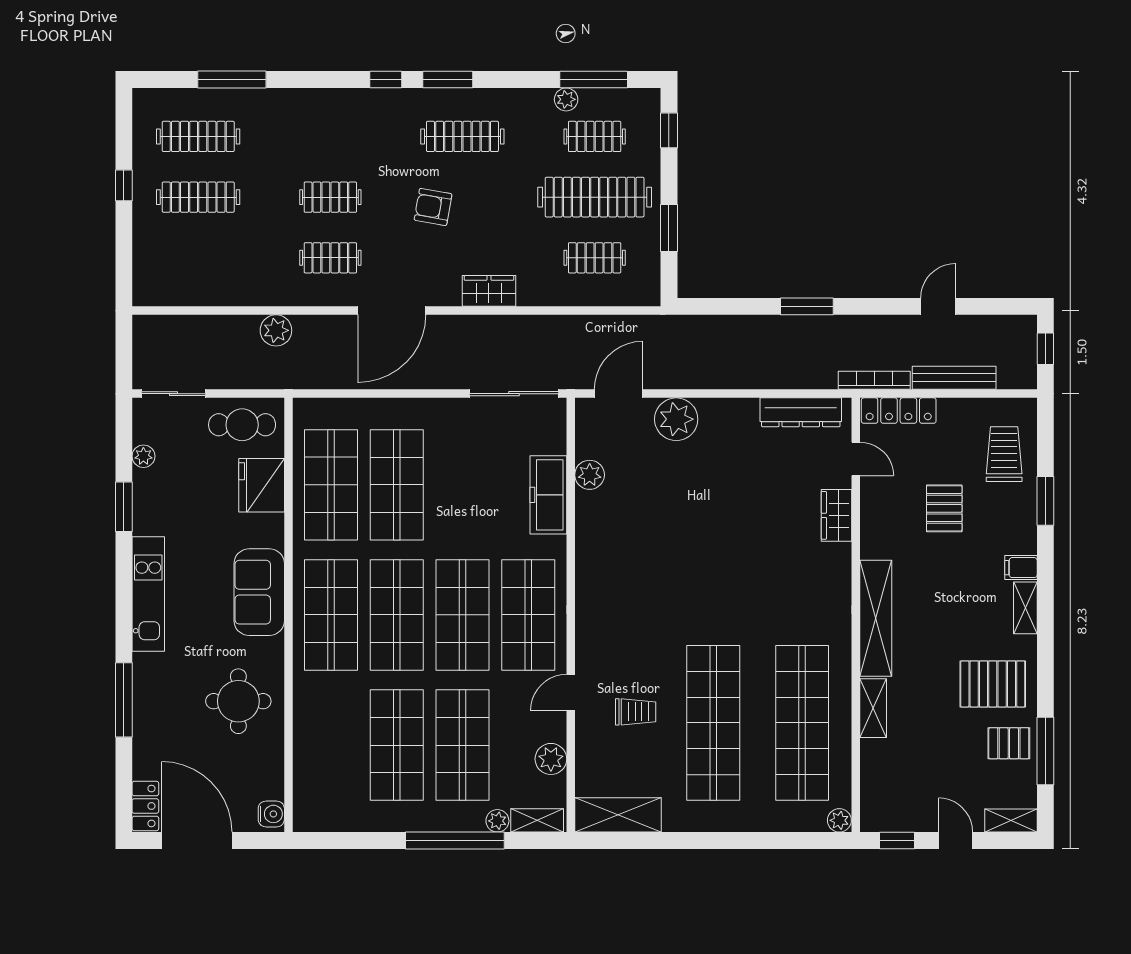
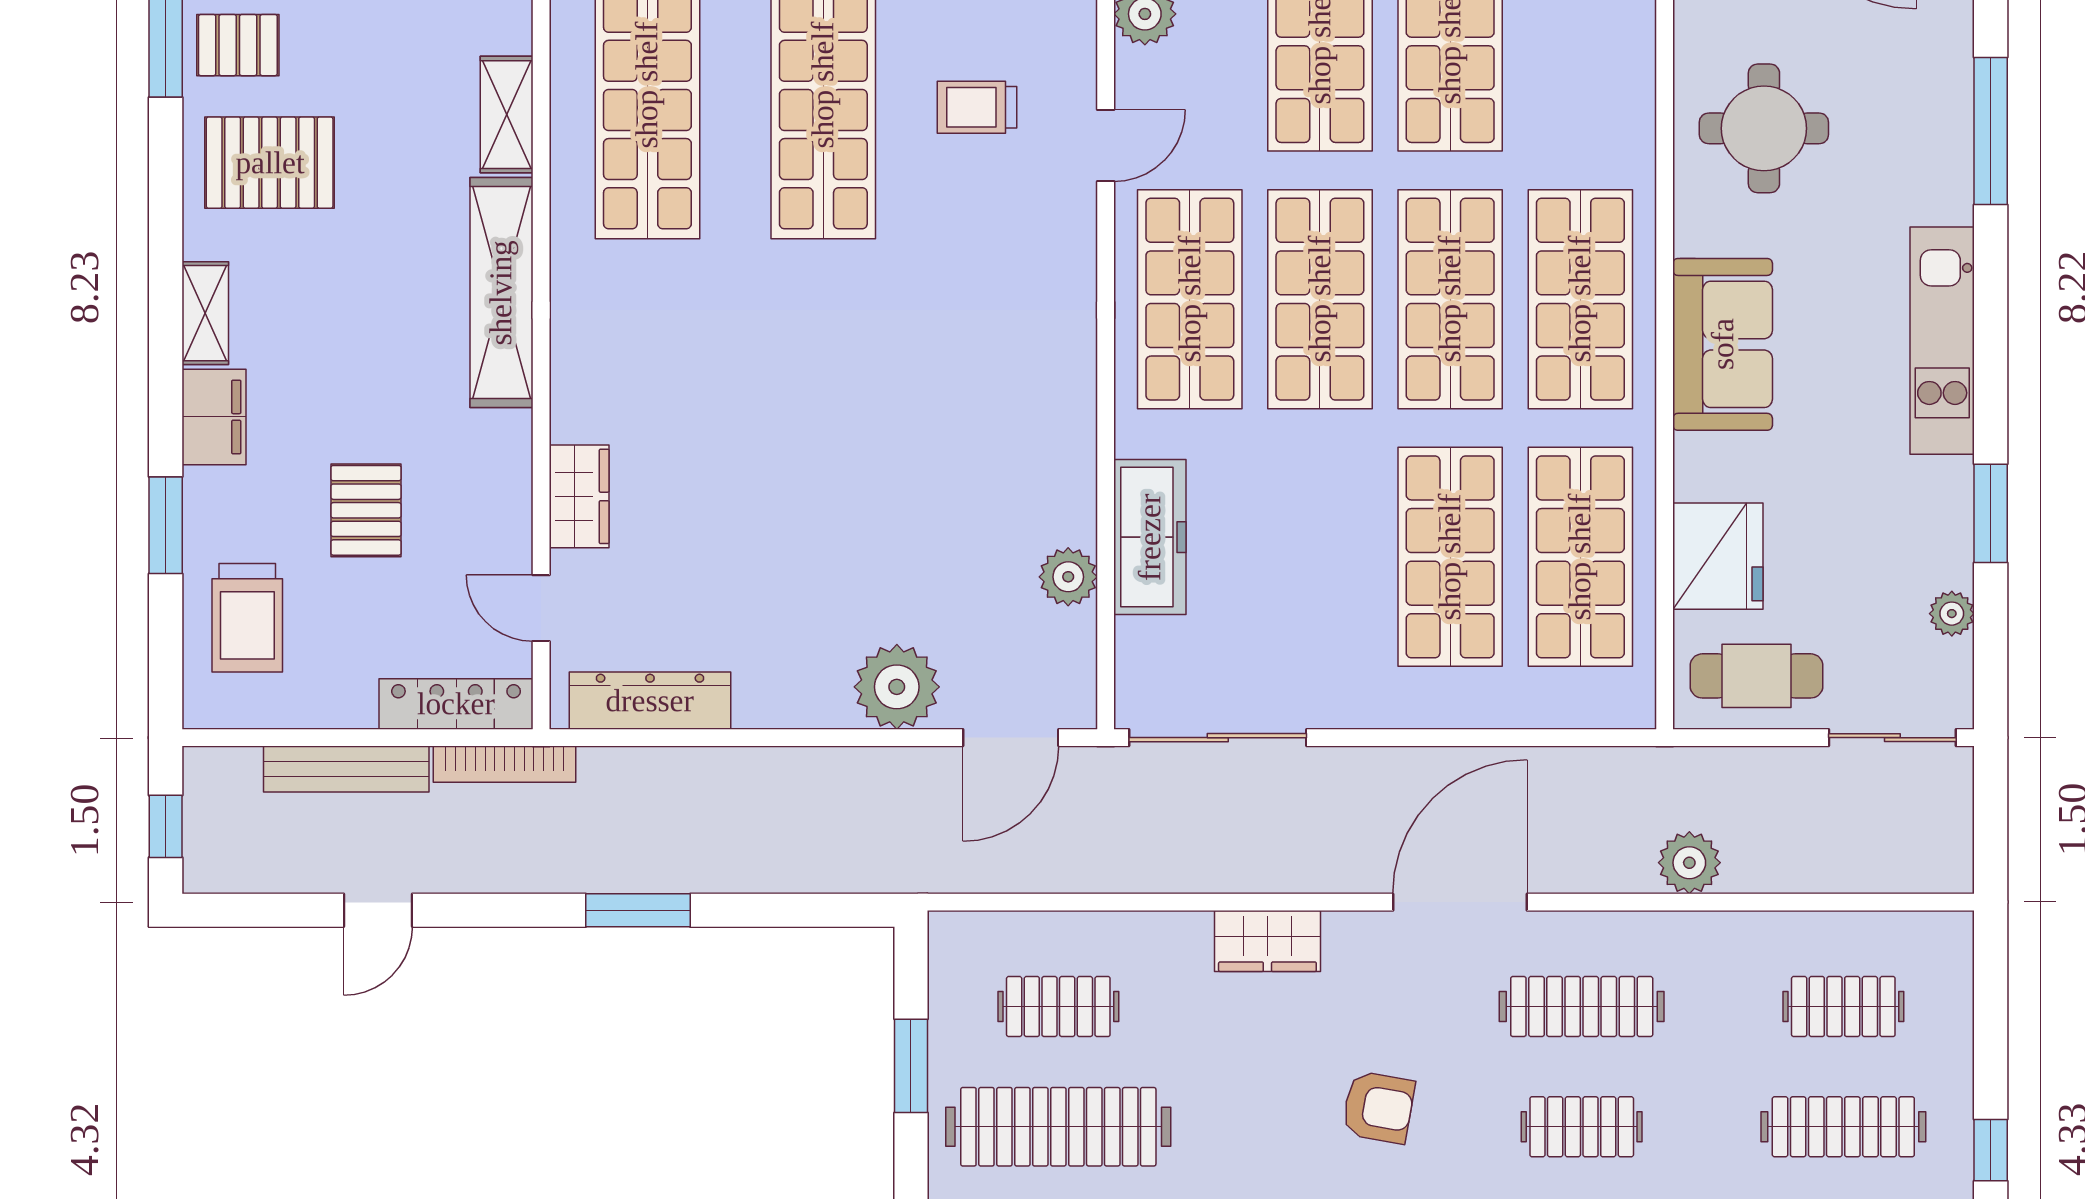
clothes rail: (198, 258) -> (1843, 1007), added
clothes rail: (330, 258) -> (1582, 1007), width x1.36
filing cabinet: (1021, 568) -> (214, 417), width x2.00

